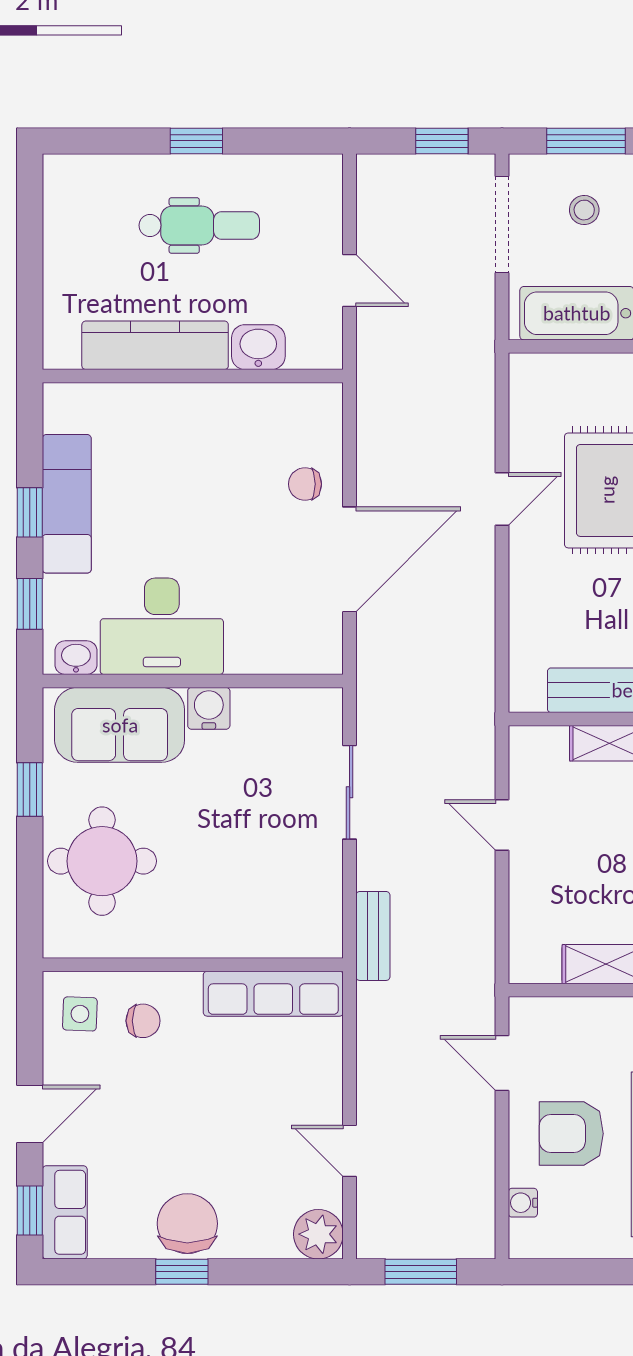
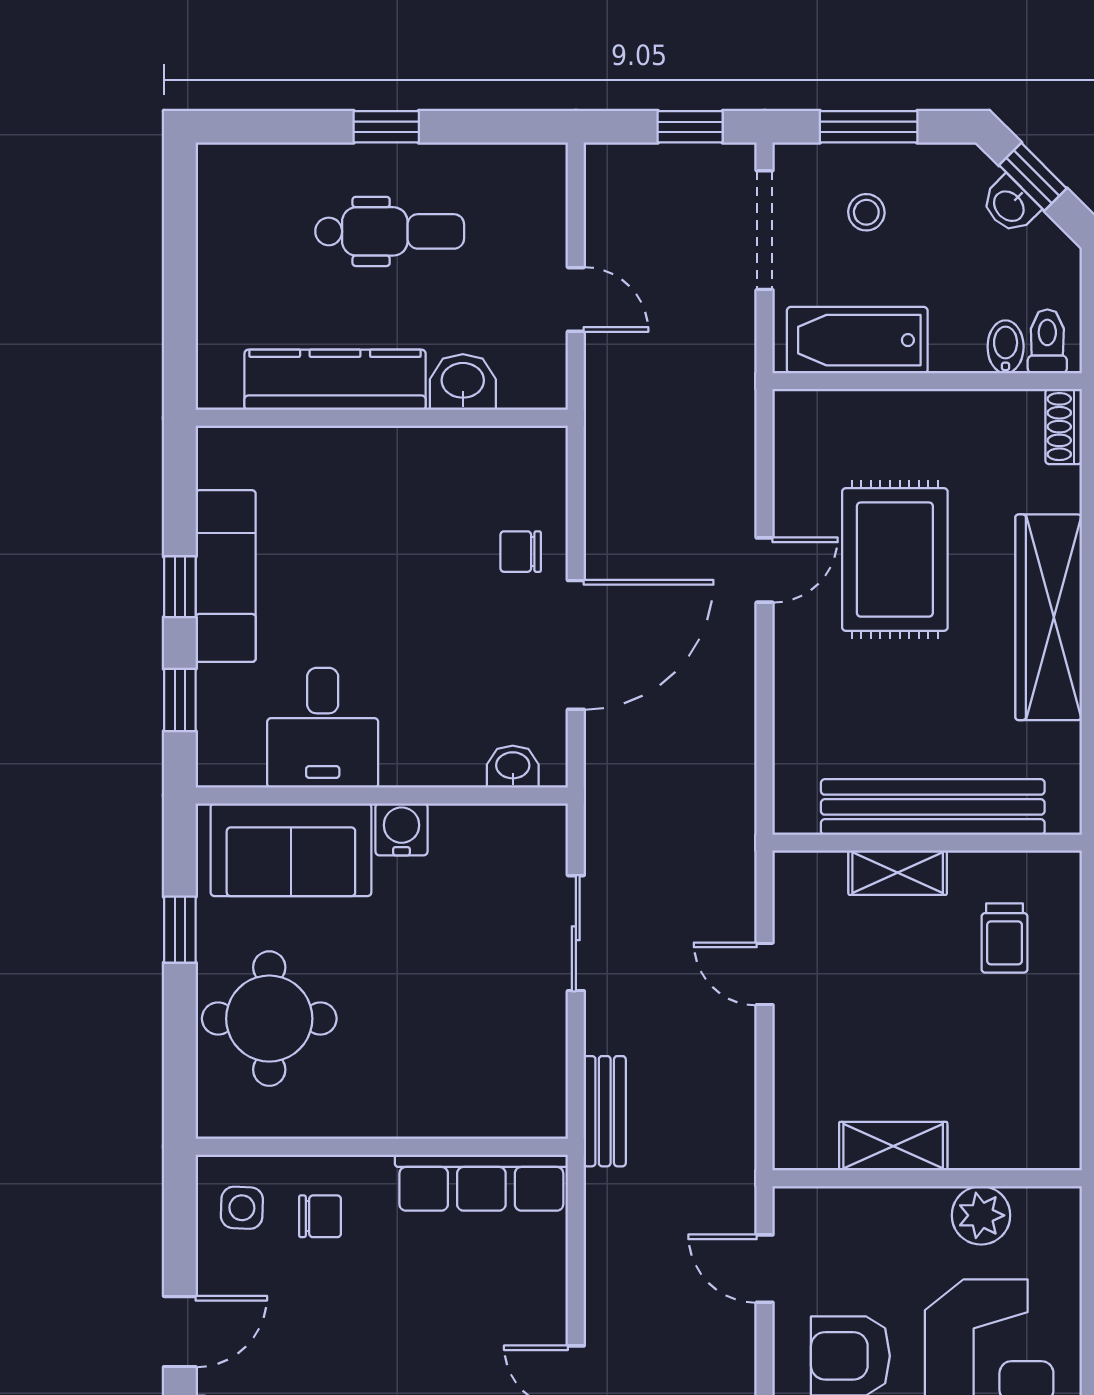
desk: (162, 626) -> (323, 728), width x0.73
washbasin: (76, 658) -> (513, 767), moved

